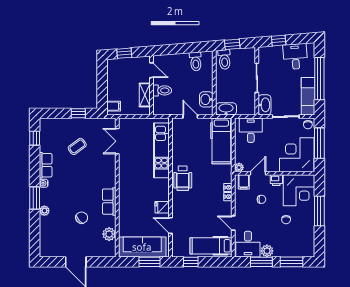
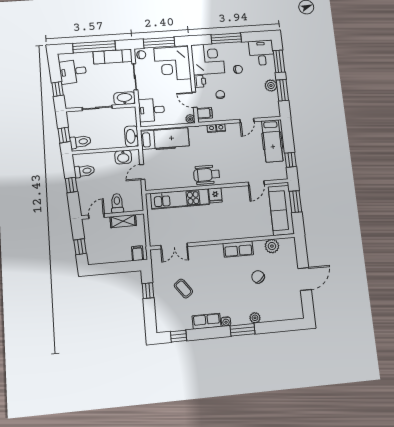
window: (183, 48) -> (71, 185), added
wheelchair: (183, 178) -> (207, 175), turned 180
fridge: (162, 207) -> (215, 195), moved
desk: (248, 244) -> (261, 53), moved, turned -90

